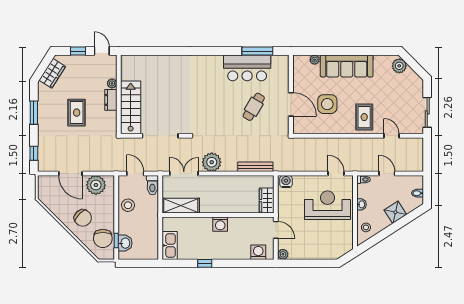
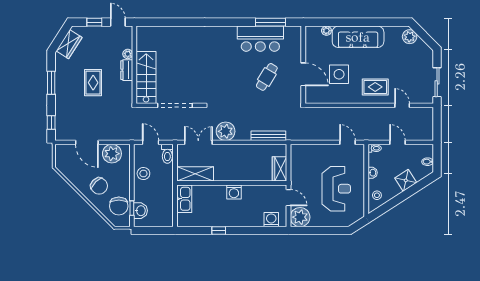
rug: (364, 117) -> (375, 87), turned 90
water cooler: (286, 182) -> (298, 150), removed
reception desk: (328, 205) -> (336, 189), moved, turned 90
kitchen sink: (170, 245) -> (184, 199), moved
plant: (283, 254) -> (300, 217), width x1.88, depth x1.88

